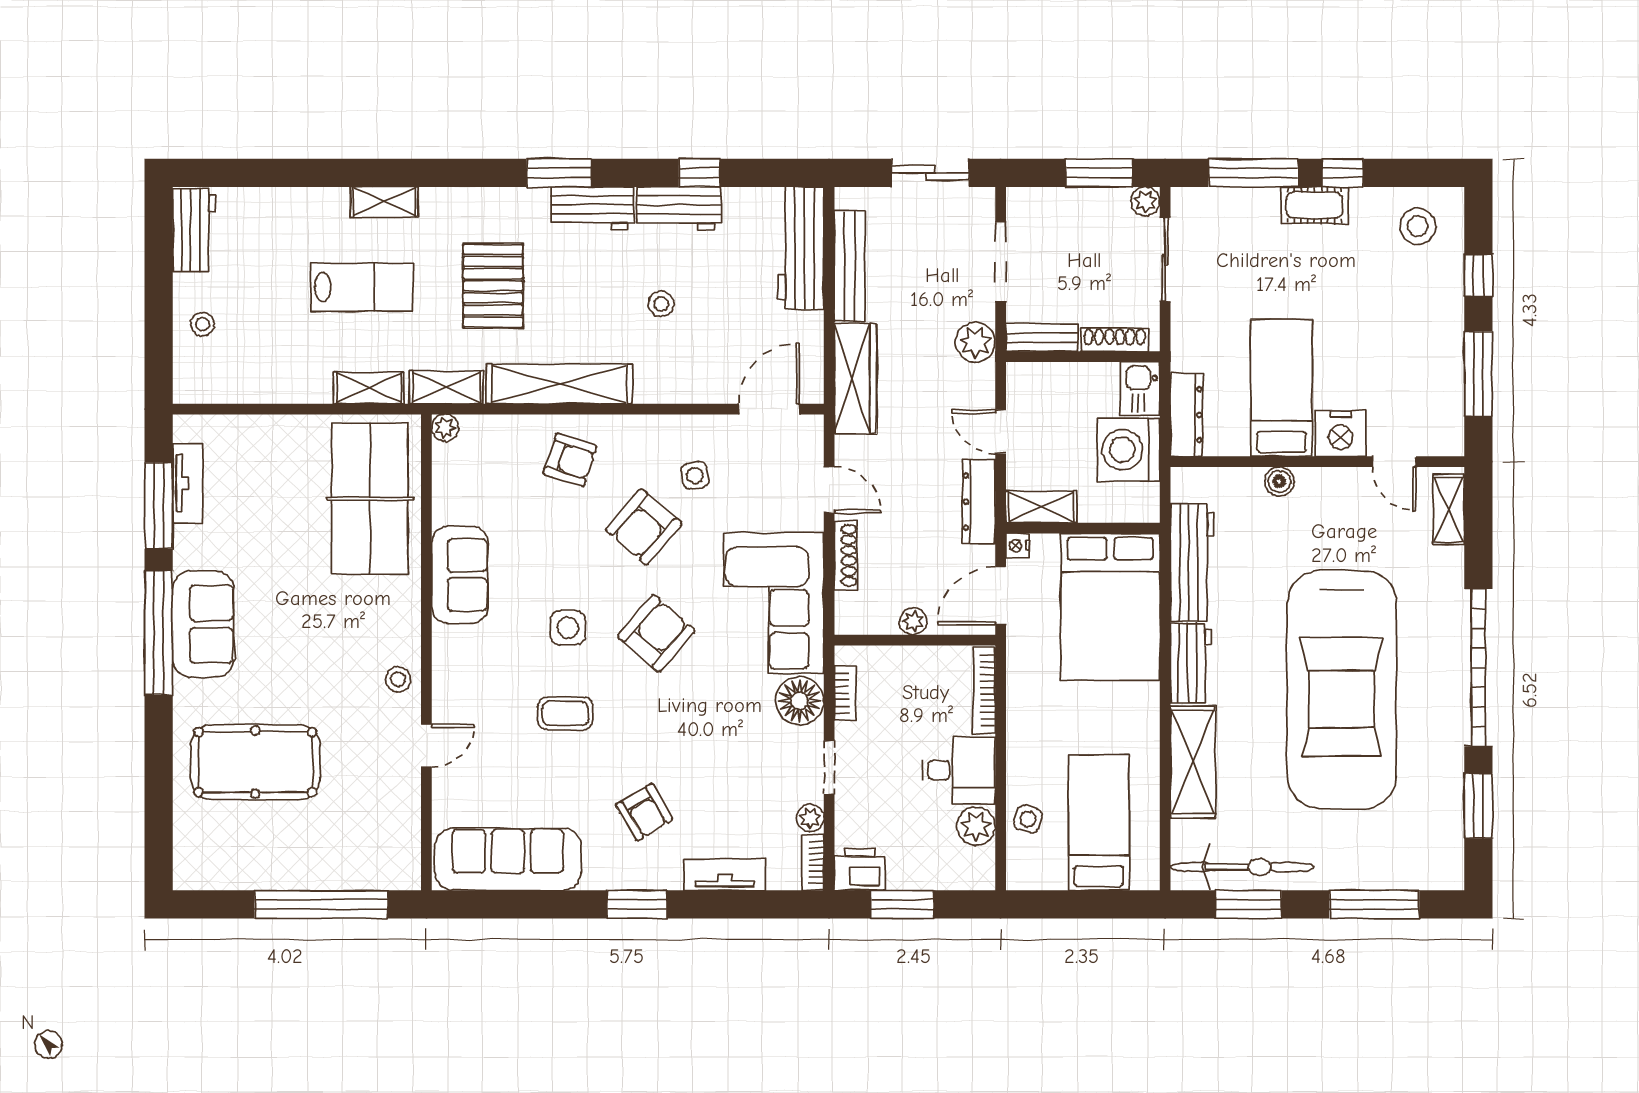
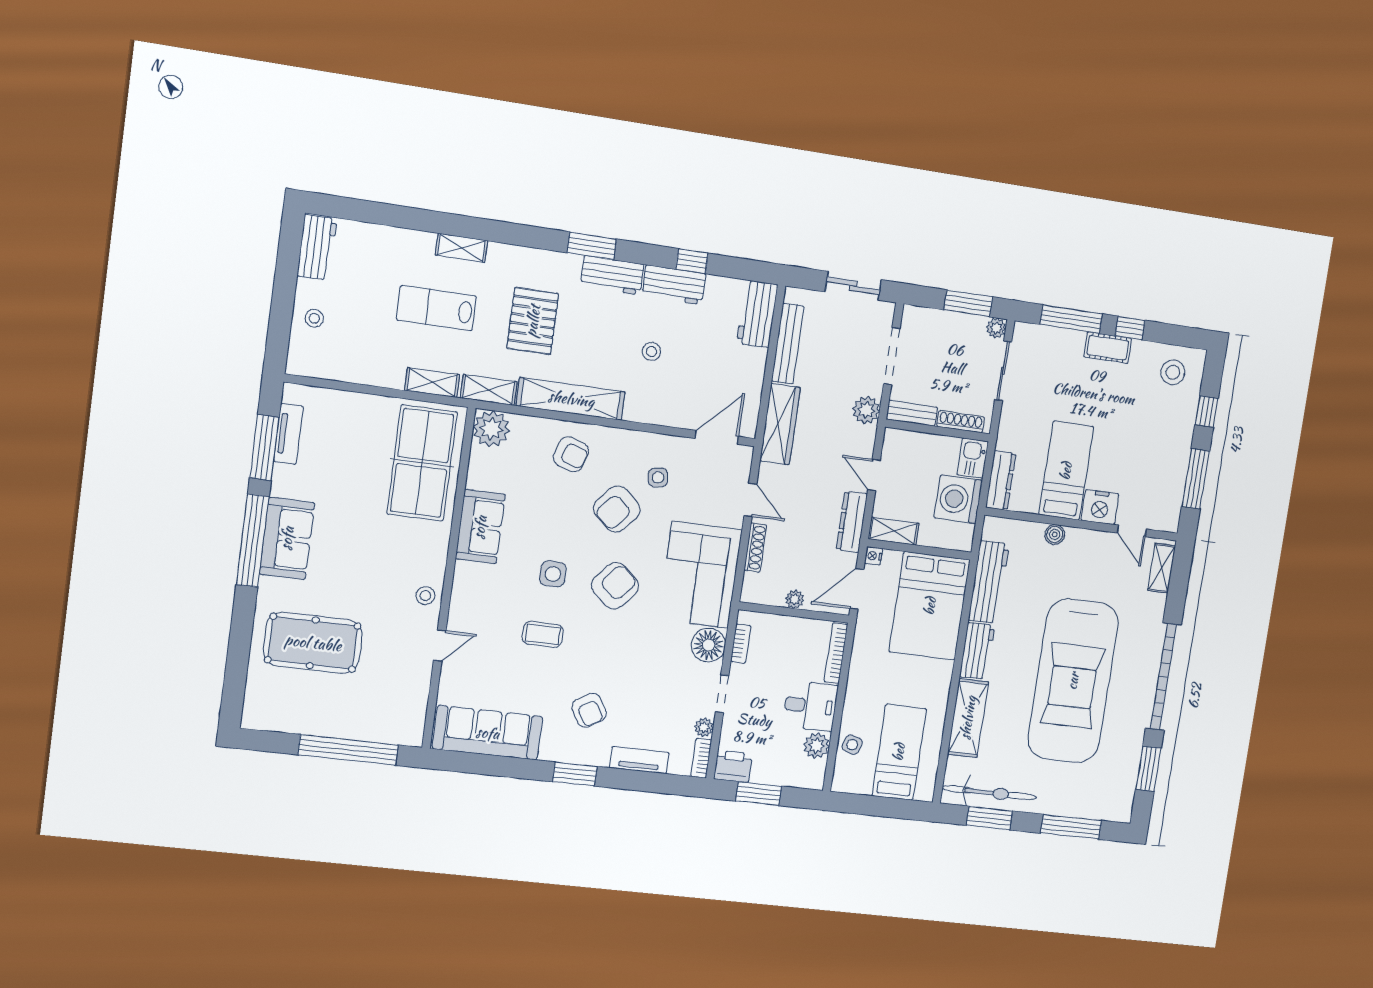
workbench: (801, 248) -> (757, 314), width x0.73
lab bench: (362, 287) -> (436, 308), turned 180
plant: (445, 428) -> (491, 429), width x1.88, depth x1.88

